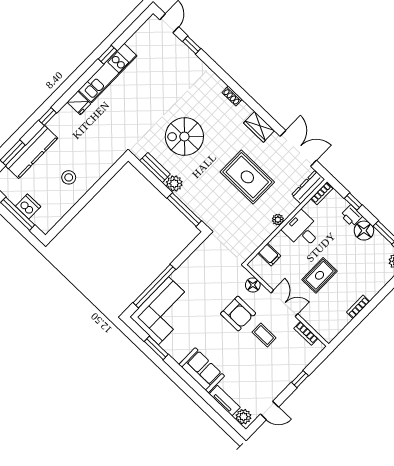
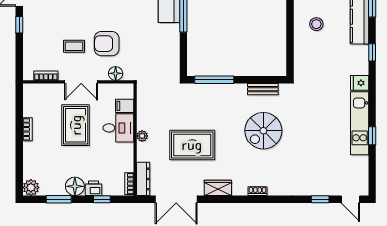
spiral stairs: (184, 137) -> (263, 131), turned 180
plant: (174, 184) -> (239, 91), removed
desk: (302, 230) -> (118, 128), moved
rug: (320, 275) -> (76, 125), width x1.36, depth x1.43
window: (300, 379) -> (19, 25), moved

